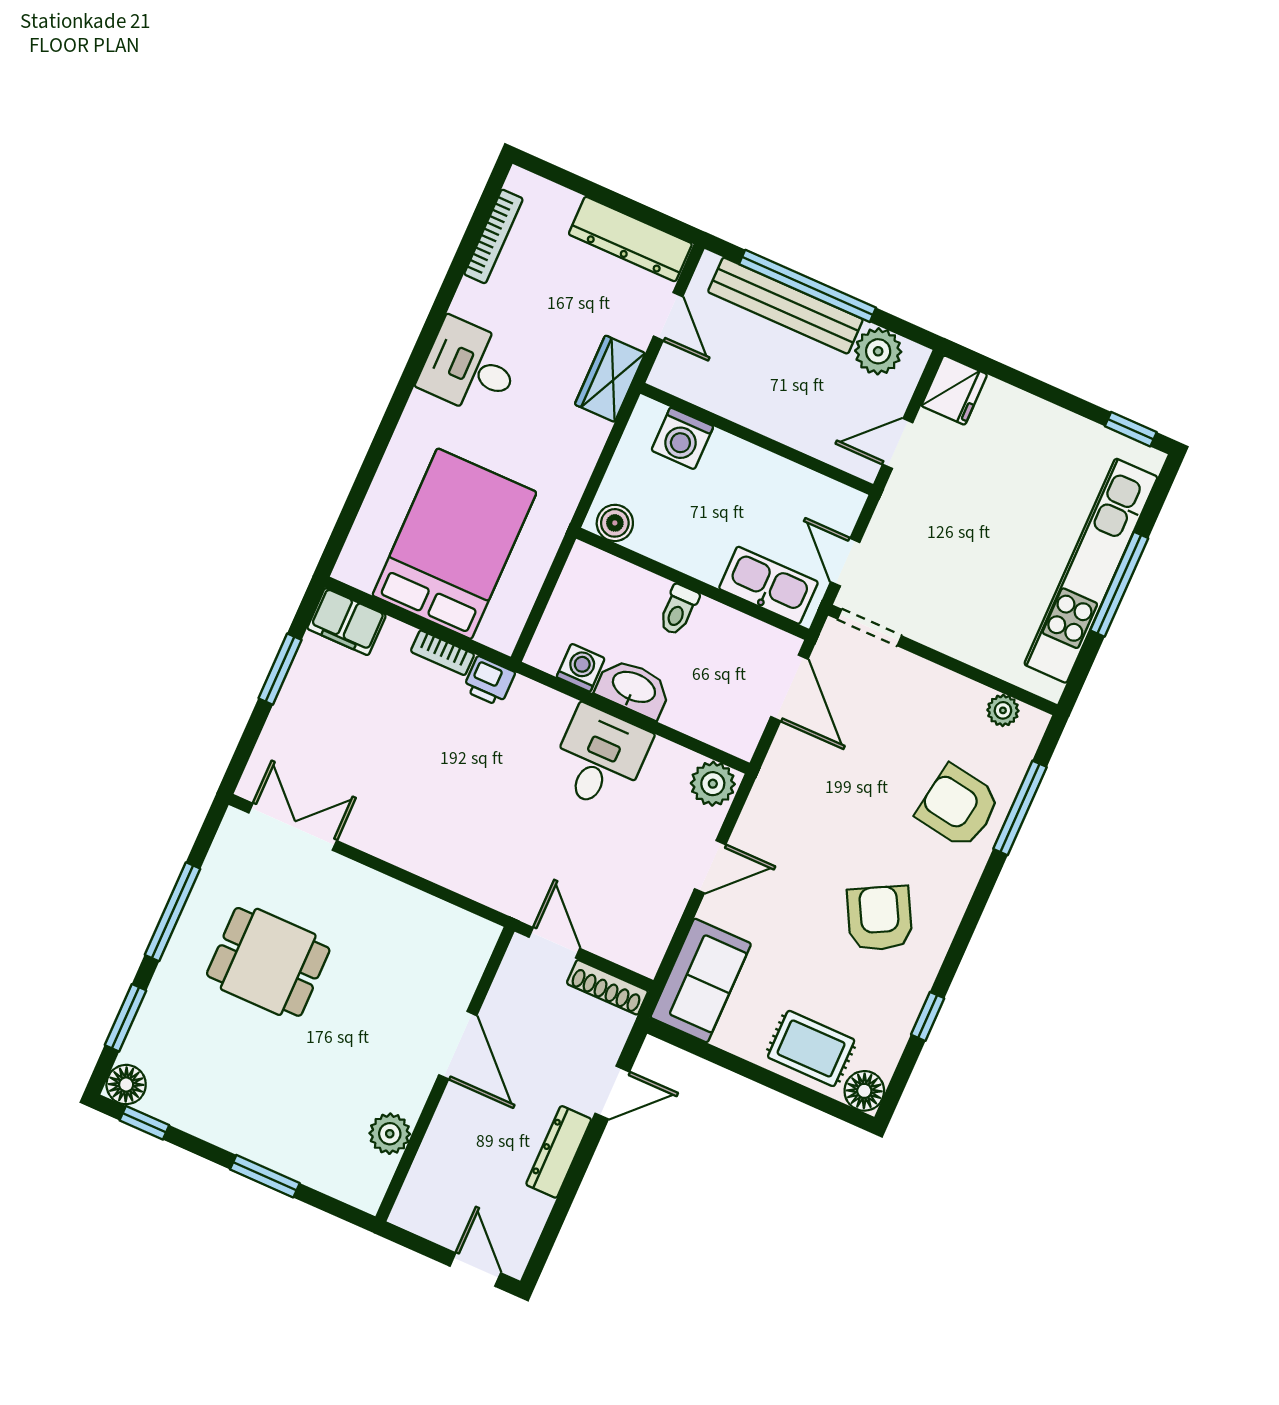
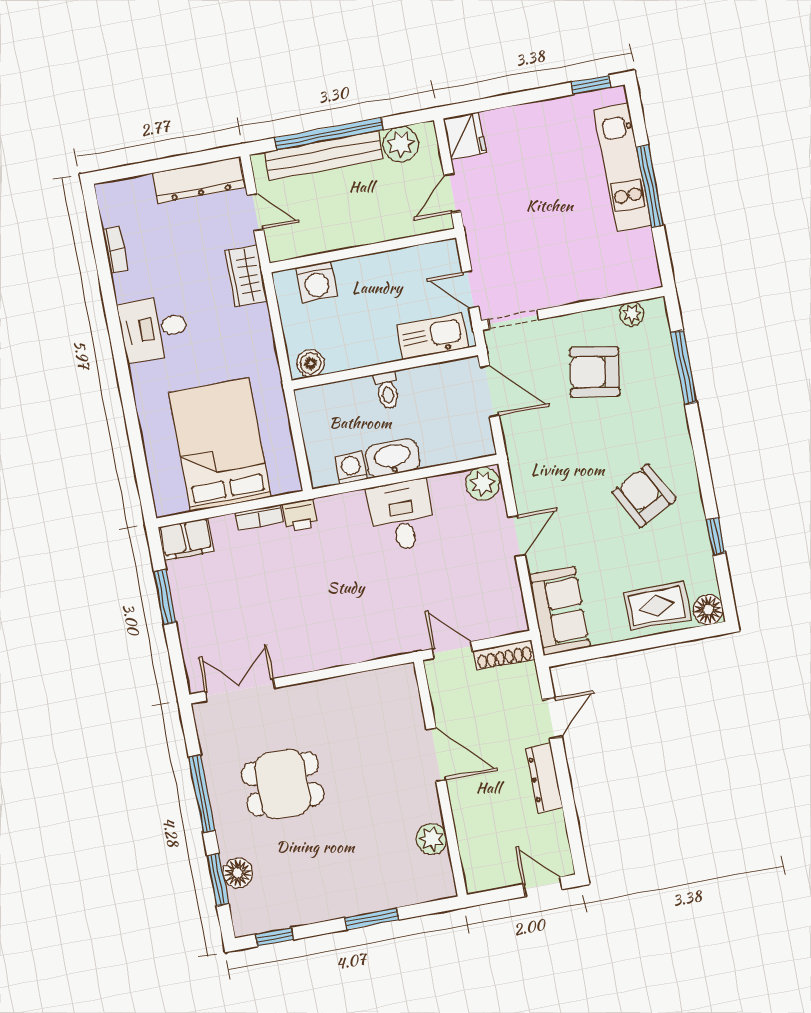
bookcase: (493, 236) -> (115, 250), width x0.64
kitchen unit: (1091, 571) -> (623, 167), width x0.73
armchair: (958, 806) -> (595, 372), moved
floor lamp: (126, 1085) -> (238, 873), moved

